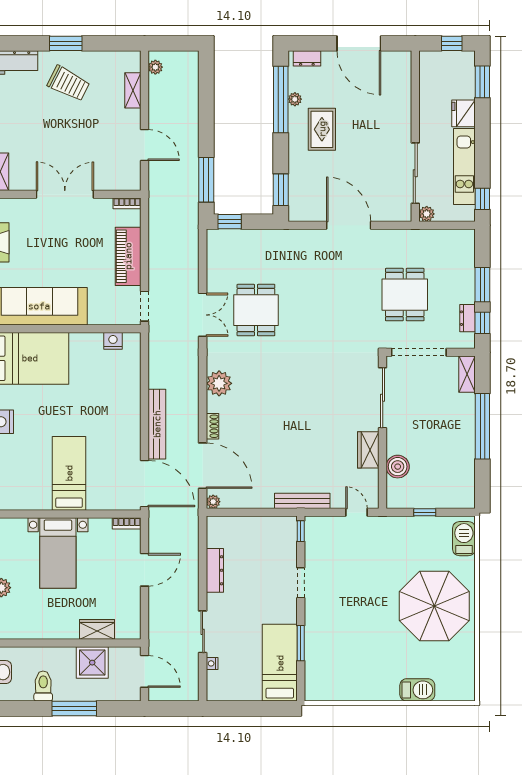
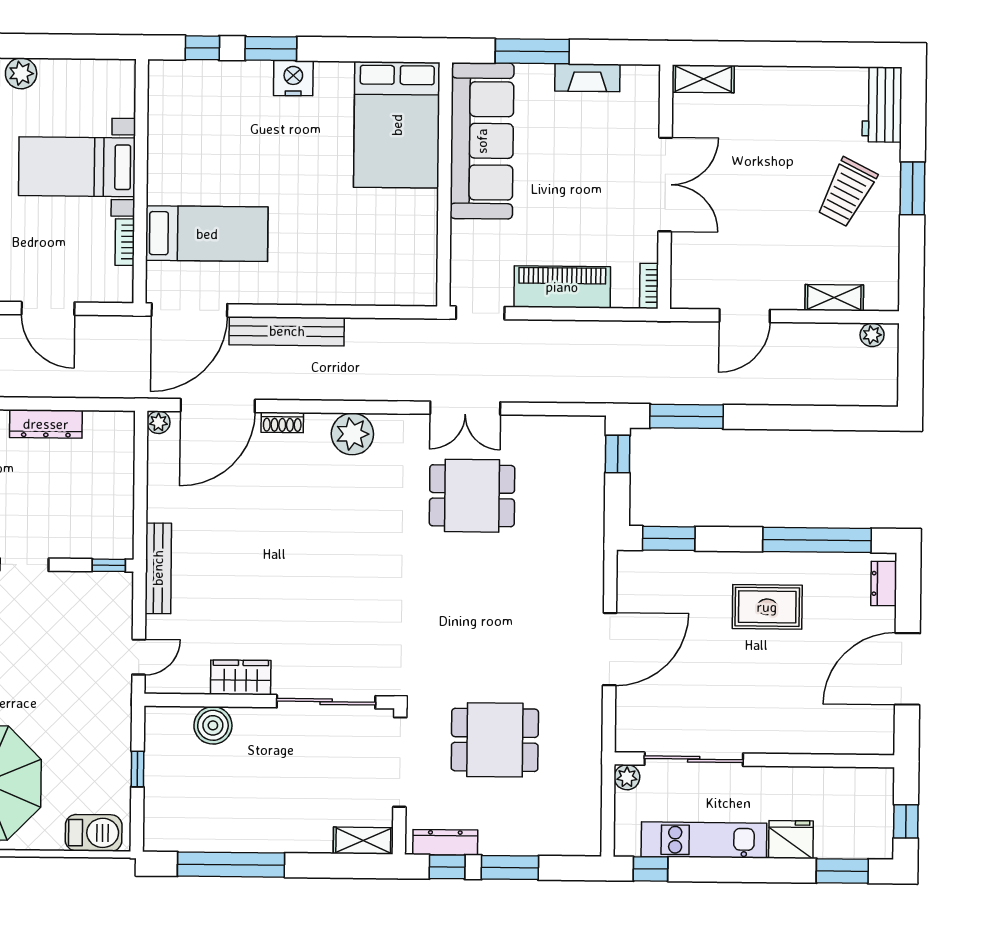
plant: (295, 99) -> (817, 563), removed
dresser: (467, 318) -> (445, 842), width x1.44
nightstand: (113, 341) -> (424, 261), removed
window: (482, 426) -> (231, 865), moved
bed: (69, 473) -> (207, 234), moved
bookcase: (127, 523) -> (125, 242), moved

